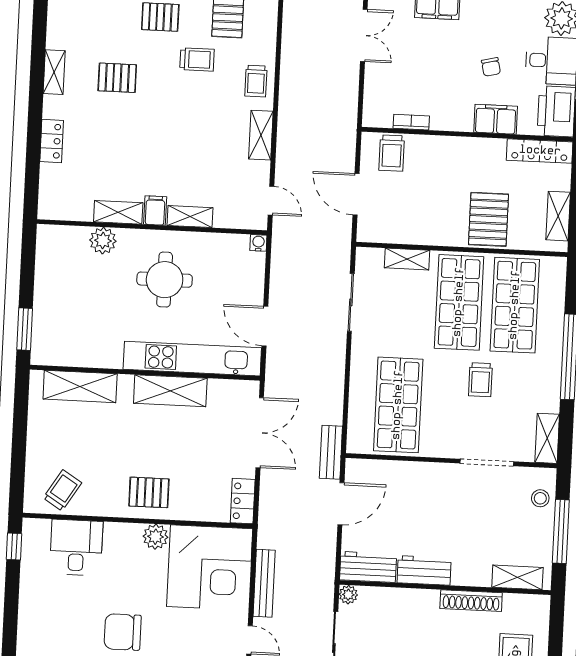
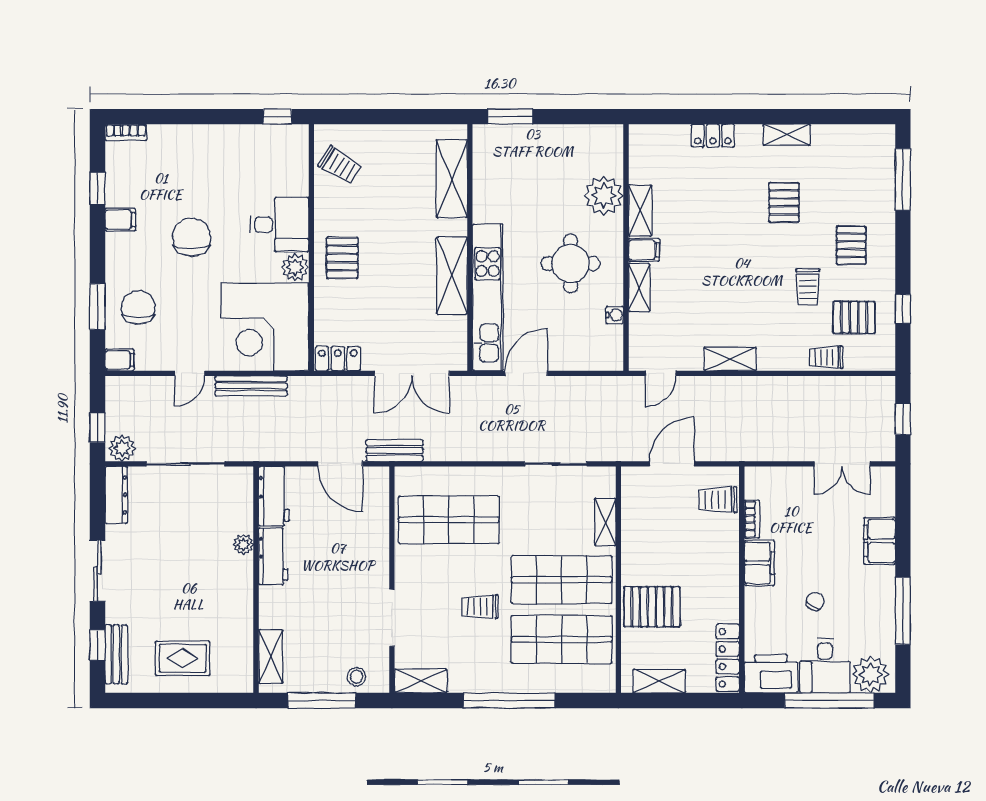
chair: (491, 67) -> (815, 601), turned 132
trolley: (256, 81) -> (826, 357), moved
filing cabinet: (496, 119) -> (759, 563), moved
plant: (103, 241) -> (604, 196), width x1.36, depth x1.36
water cooler: (258, 243) -> (615, 315), moved
desk: (76, 547) -> (280, 224), moved
plant: (348, 595) -> (243, 544), moved
shoe rack: (471, 601) -> (243, 608), removed

